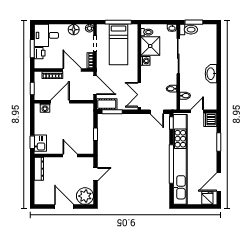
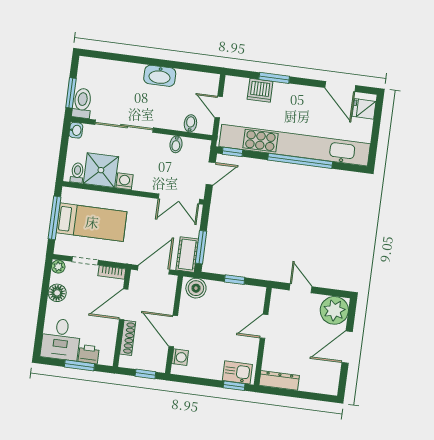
boiler: (87, 112) -> (196, 288), added
dishwasher: (210, 120) -> (260, 90), moved

